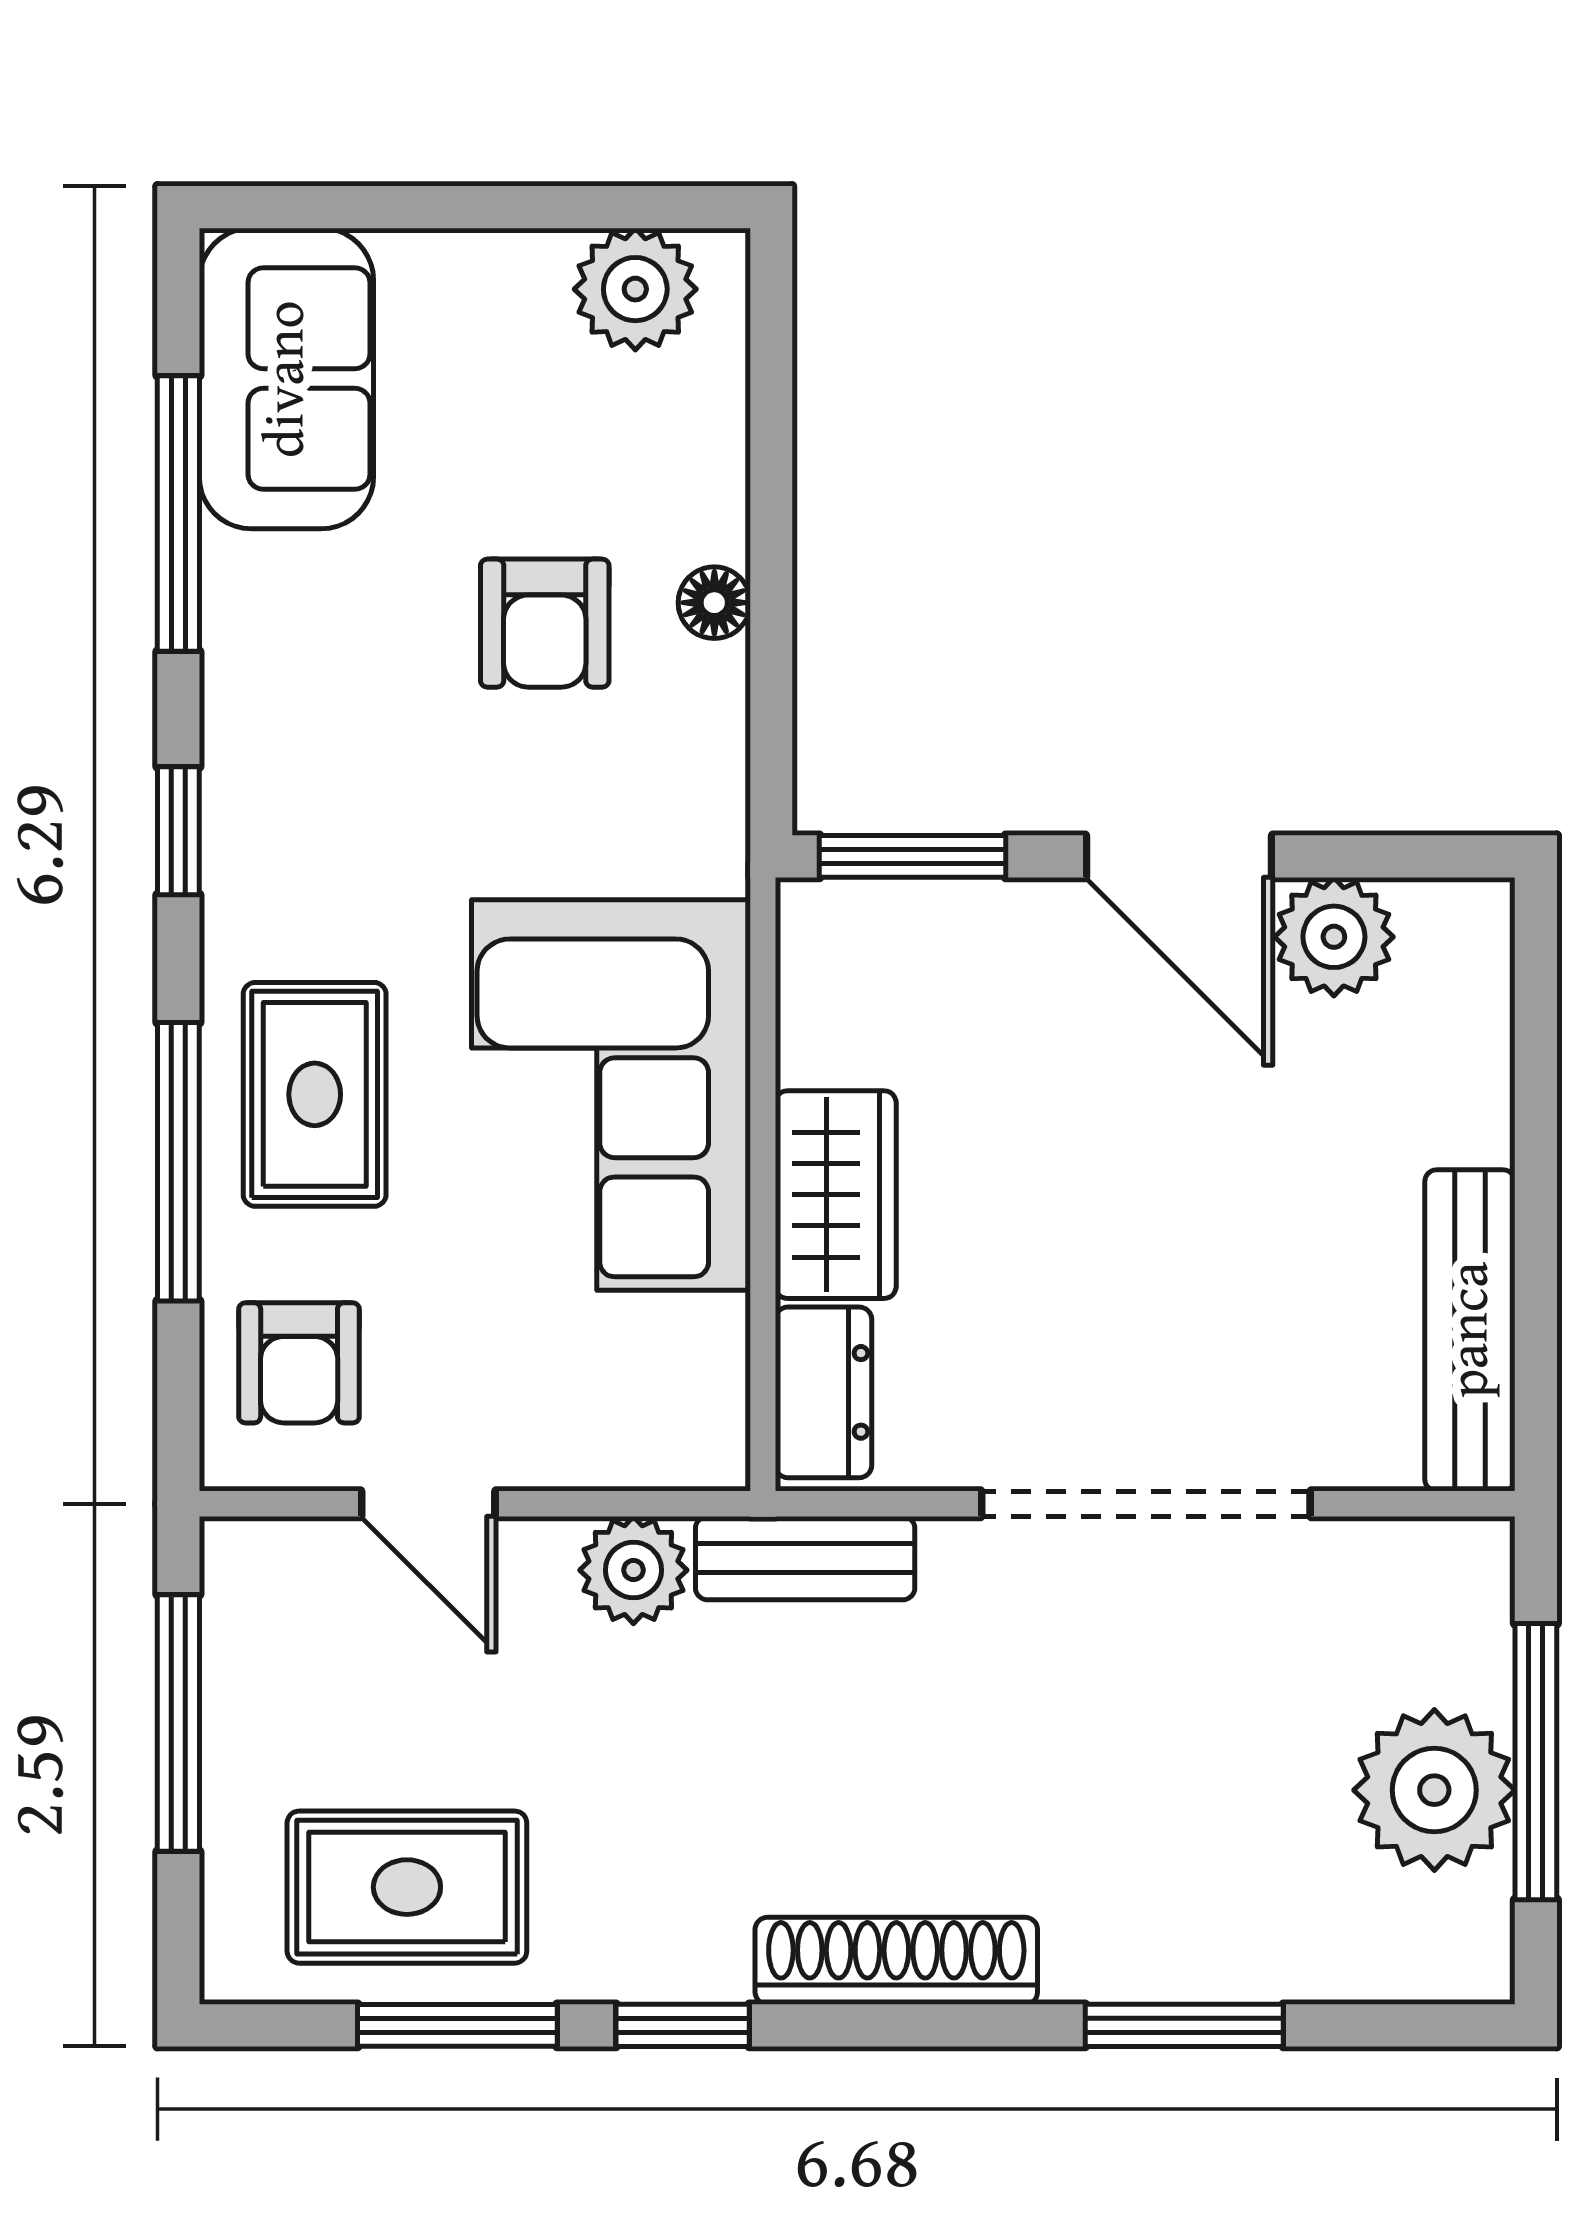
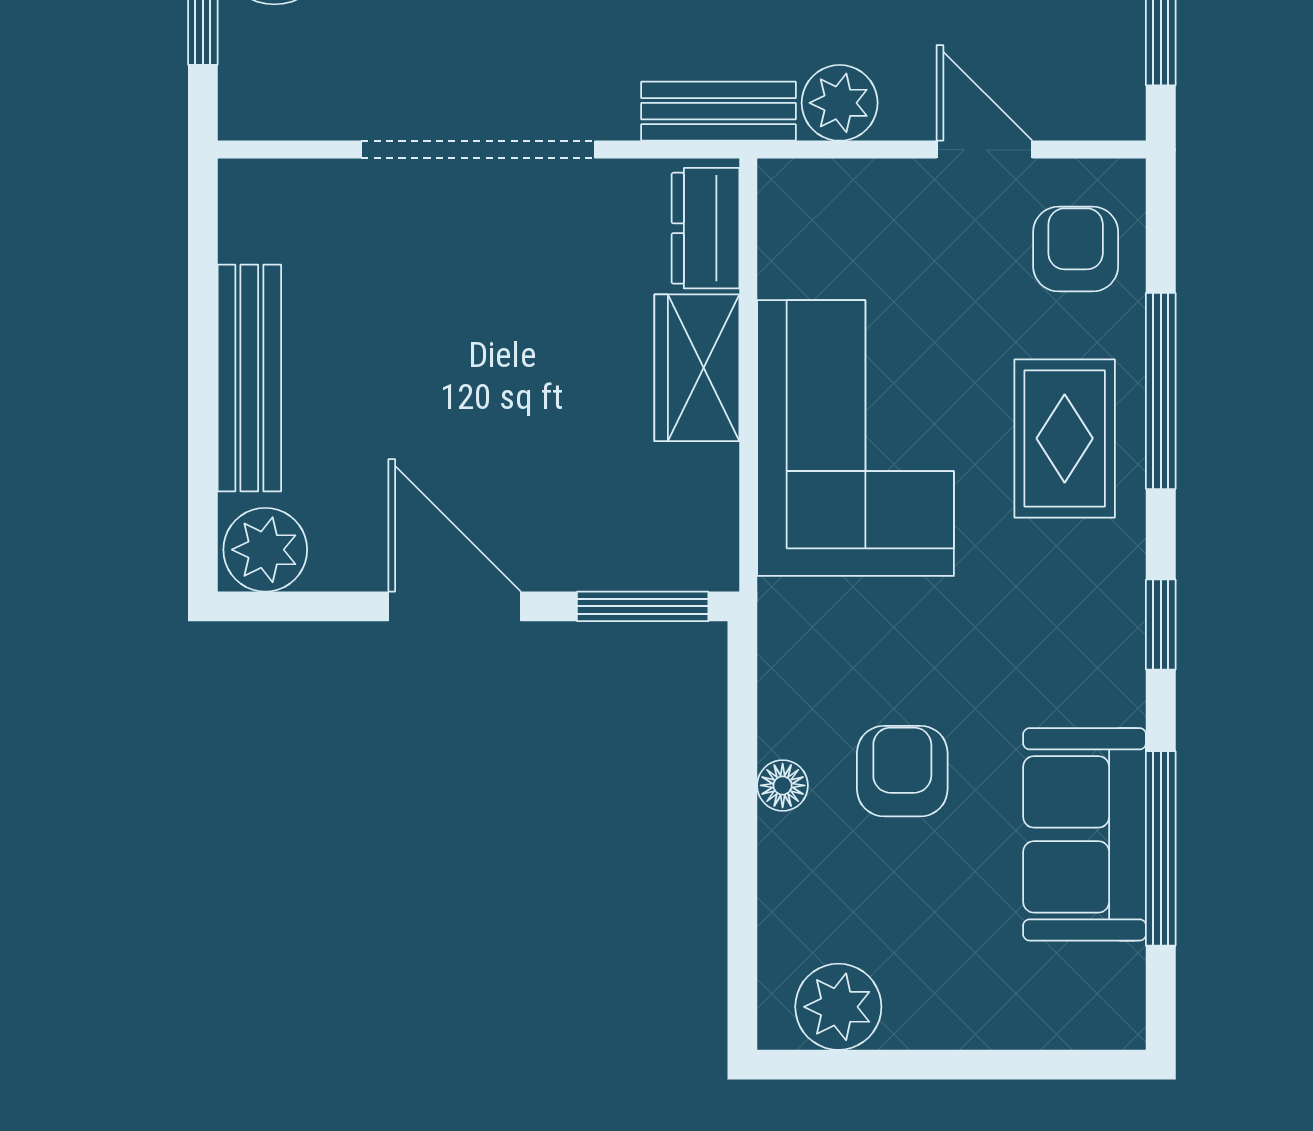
sofa: (286, 379) -> (1085, 834), moved
plant: (1334, 937) -> (265, 550), moved
bench: (1470, 1330) -> (249, 378), moved

